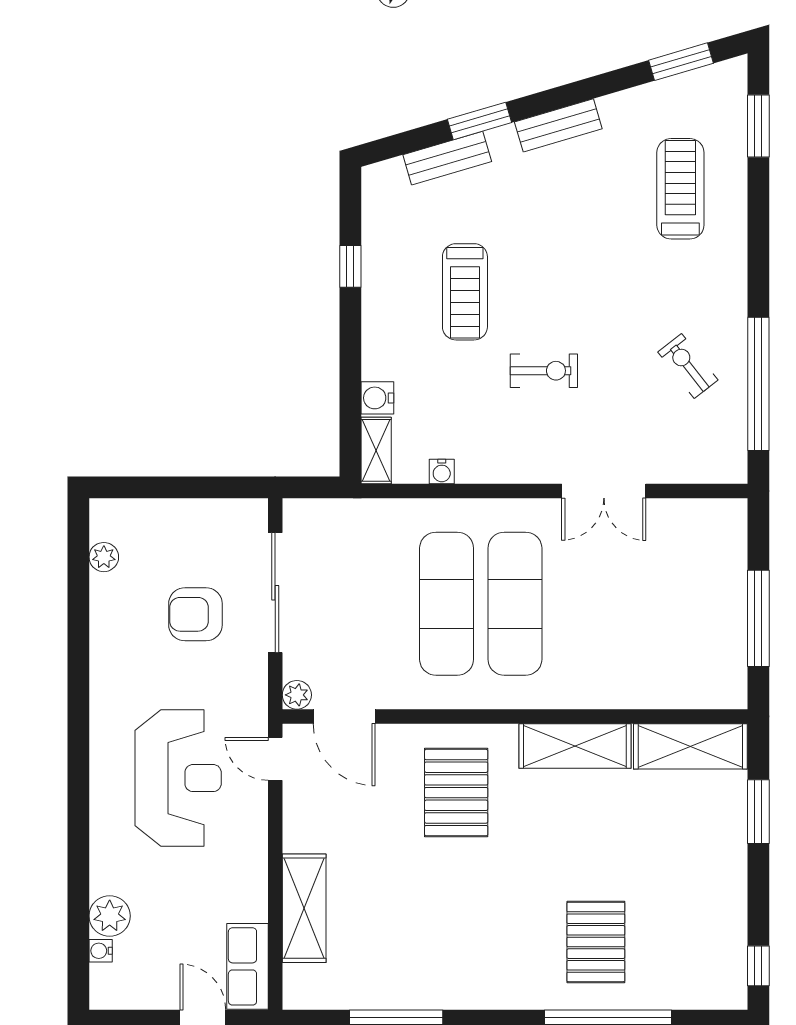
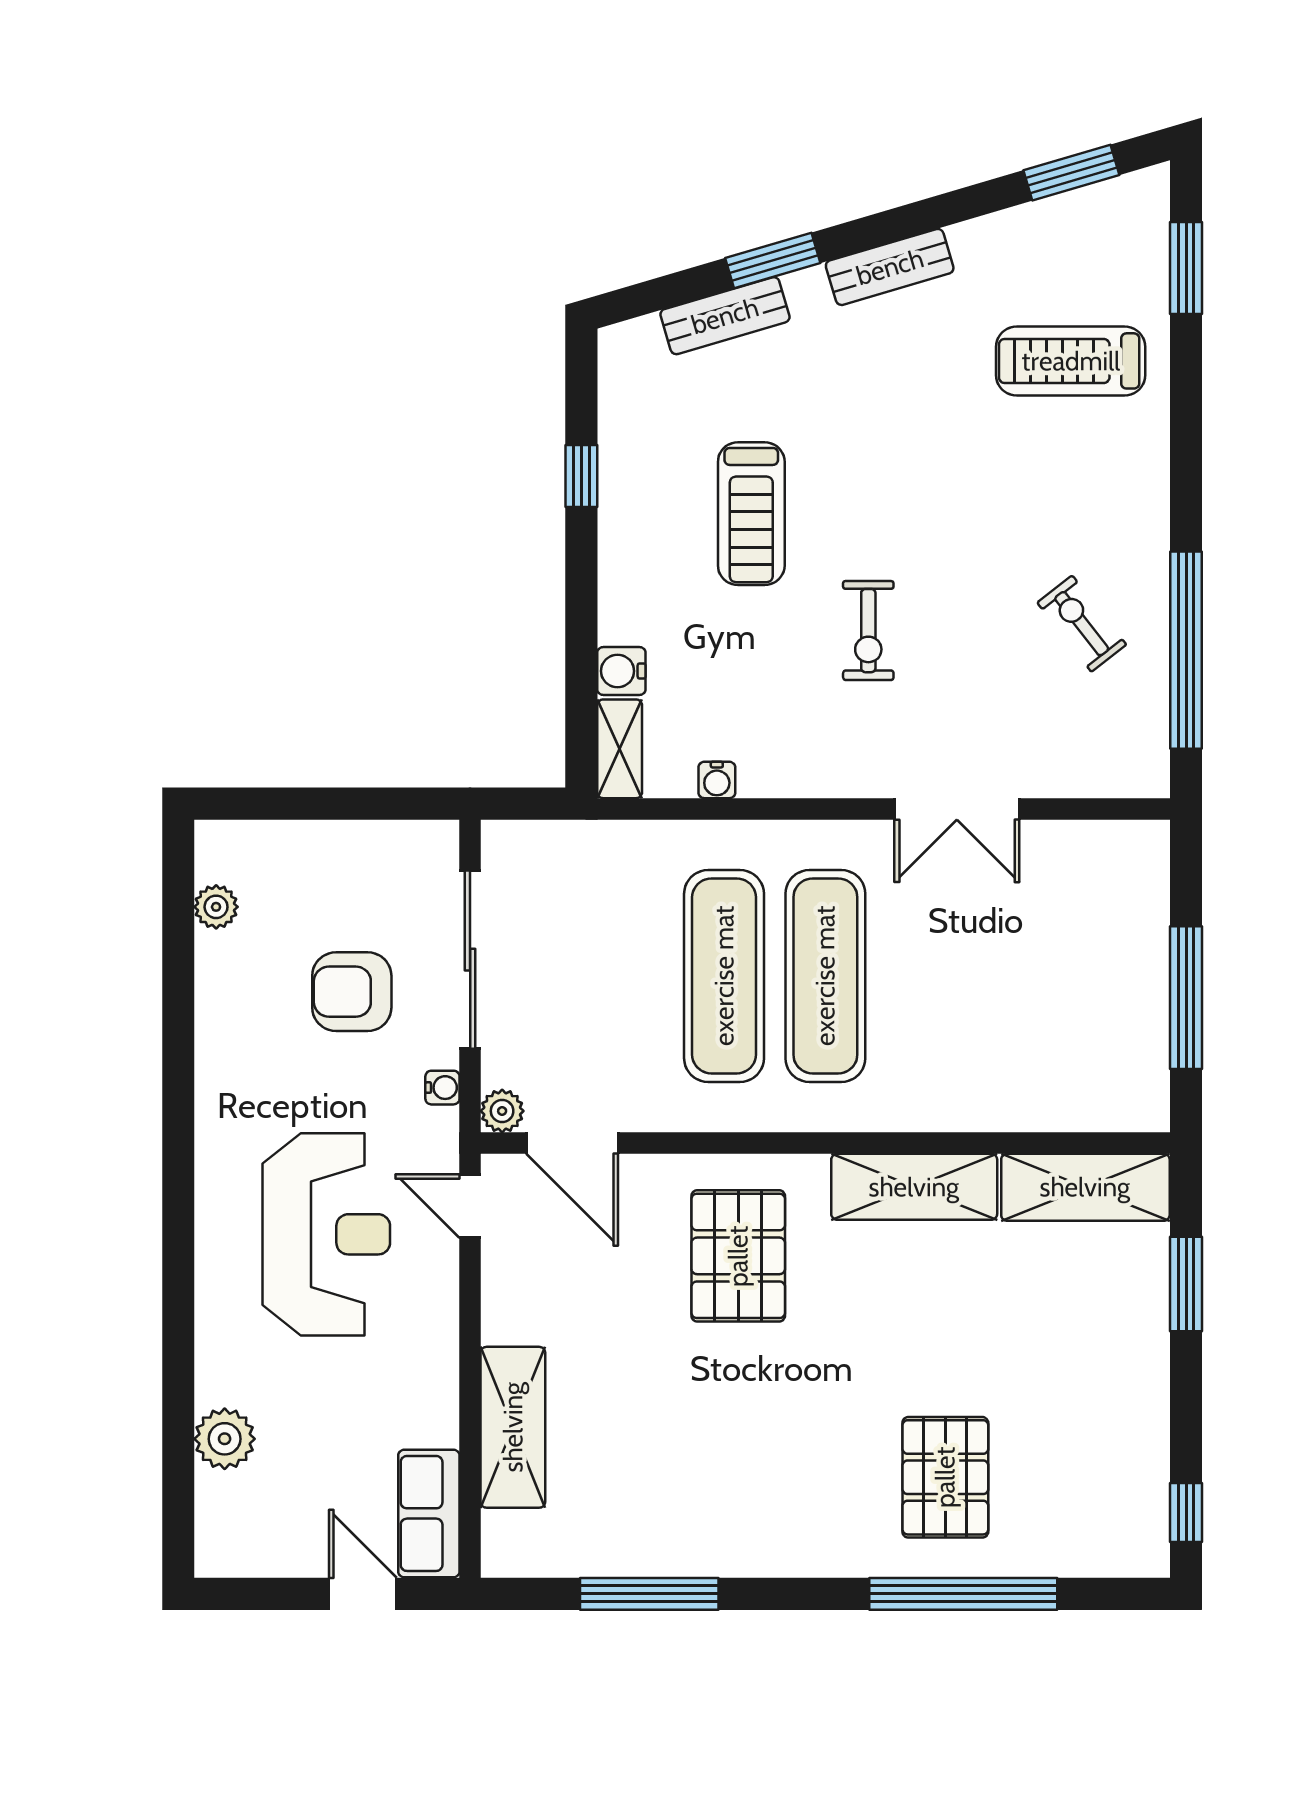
treadmill: (680, 189) -> (1071, 361), turned -90
exercise bike: (544, 371) -> (868, 631), turned 90
water cooler: (101, 951) -> (442, 1088), moved, turned 180

